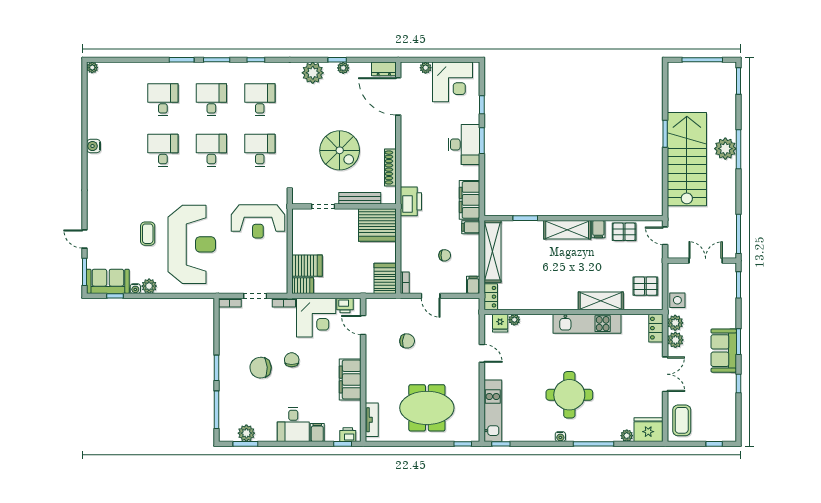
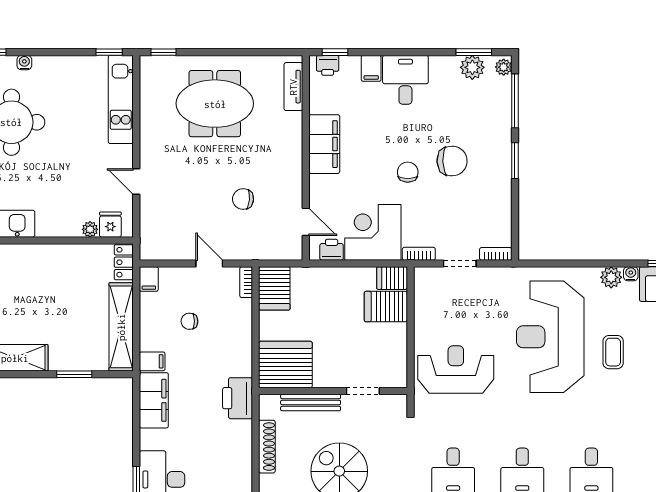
chair: (292, 360) -> (408, 172), turned 180
plant: (224, 433) -> (504, 67), added

